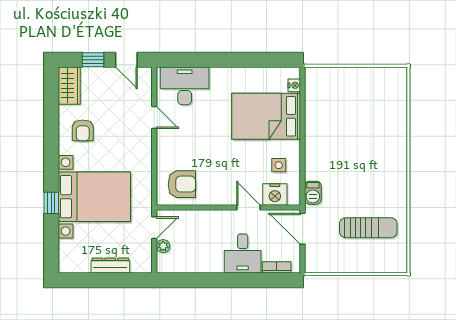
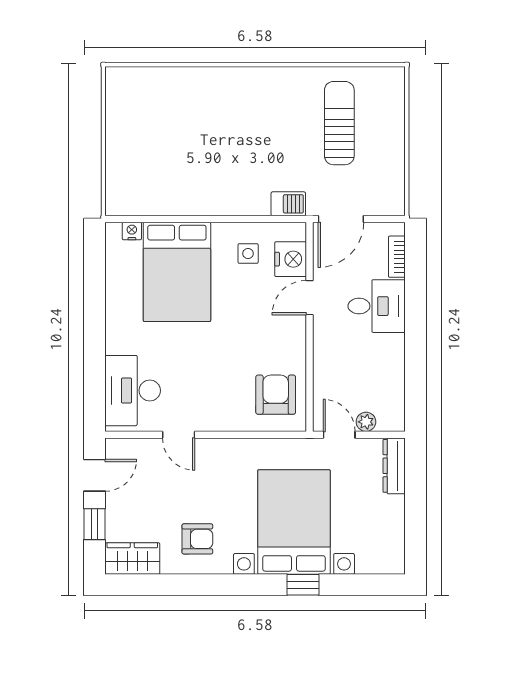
door: (154, 117) -> (179, 435), swing flipped
dresser: (110, 265) -> (394, 466), moved

